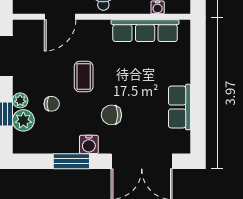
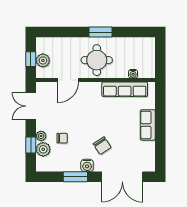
coffee table: (84, 77) -> (84, 120), removed
row of seats: (180, 107) -> (148, 125), moved
chair: (111, 115) -> (102, 146), turned -123

